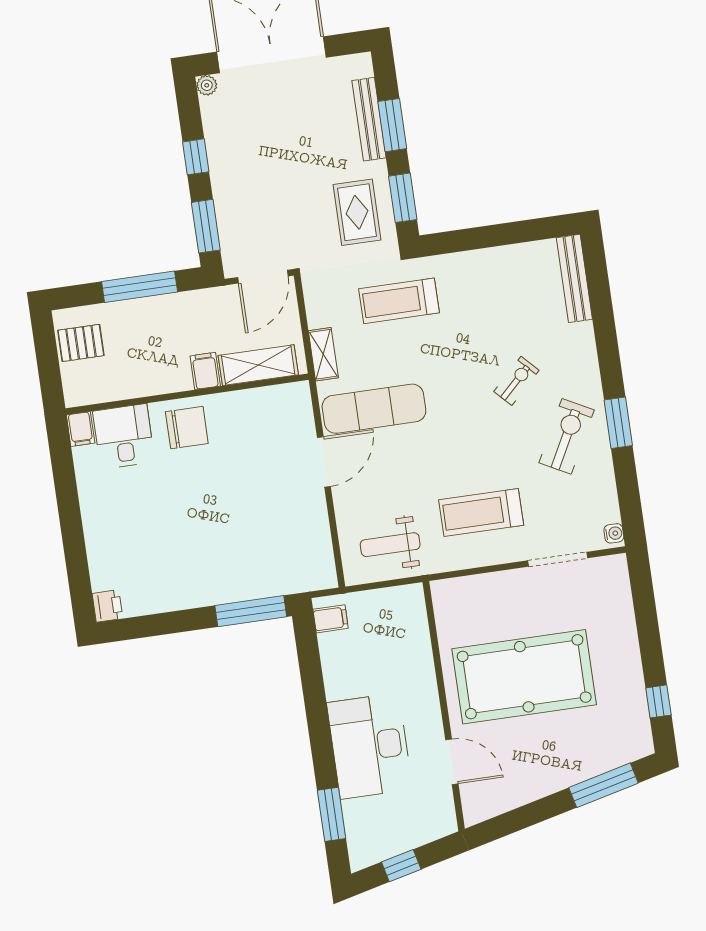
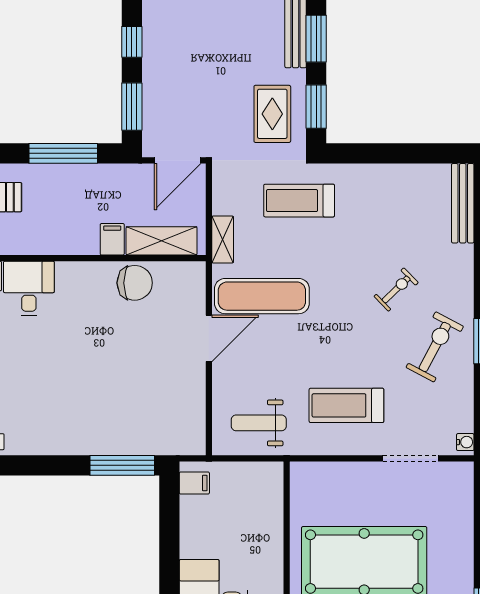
chair: (187, 428) -> (135, 283), moved

